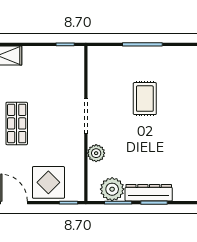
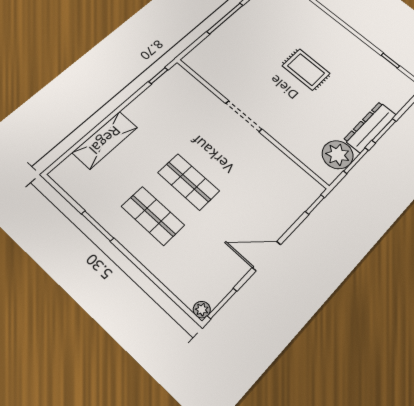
rug: (145, 99) -> (306, 70), moved
plant: (96, 153) -> (289, 138), removed
display table: (48, 182) -> (277, 205), removed

